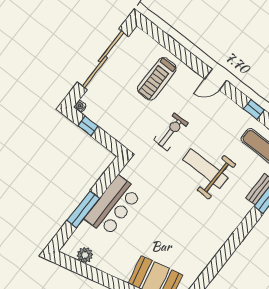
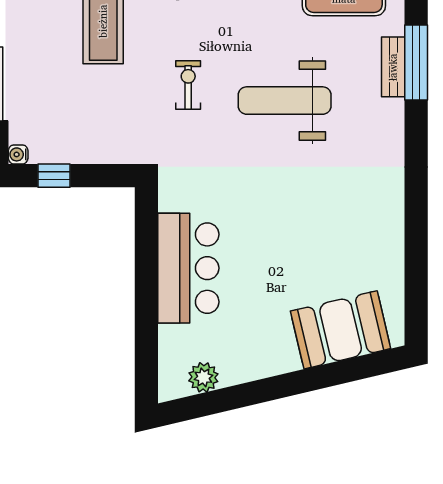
exercise bike: (171, 132) -> (188, 85), width x0.73, depth x0.72
window: (83, 209) -> (146, 309), removed

